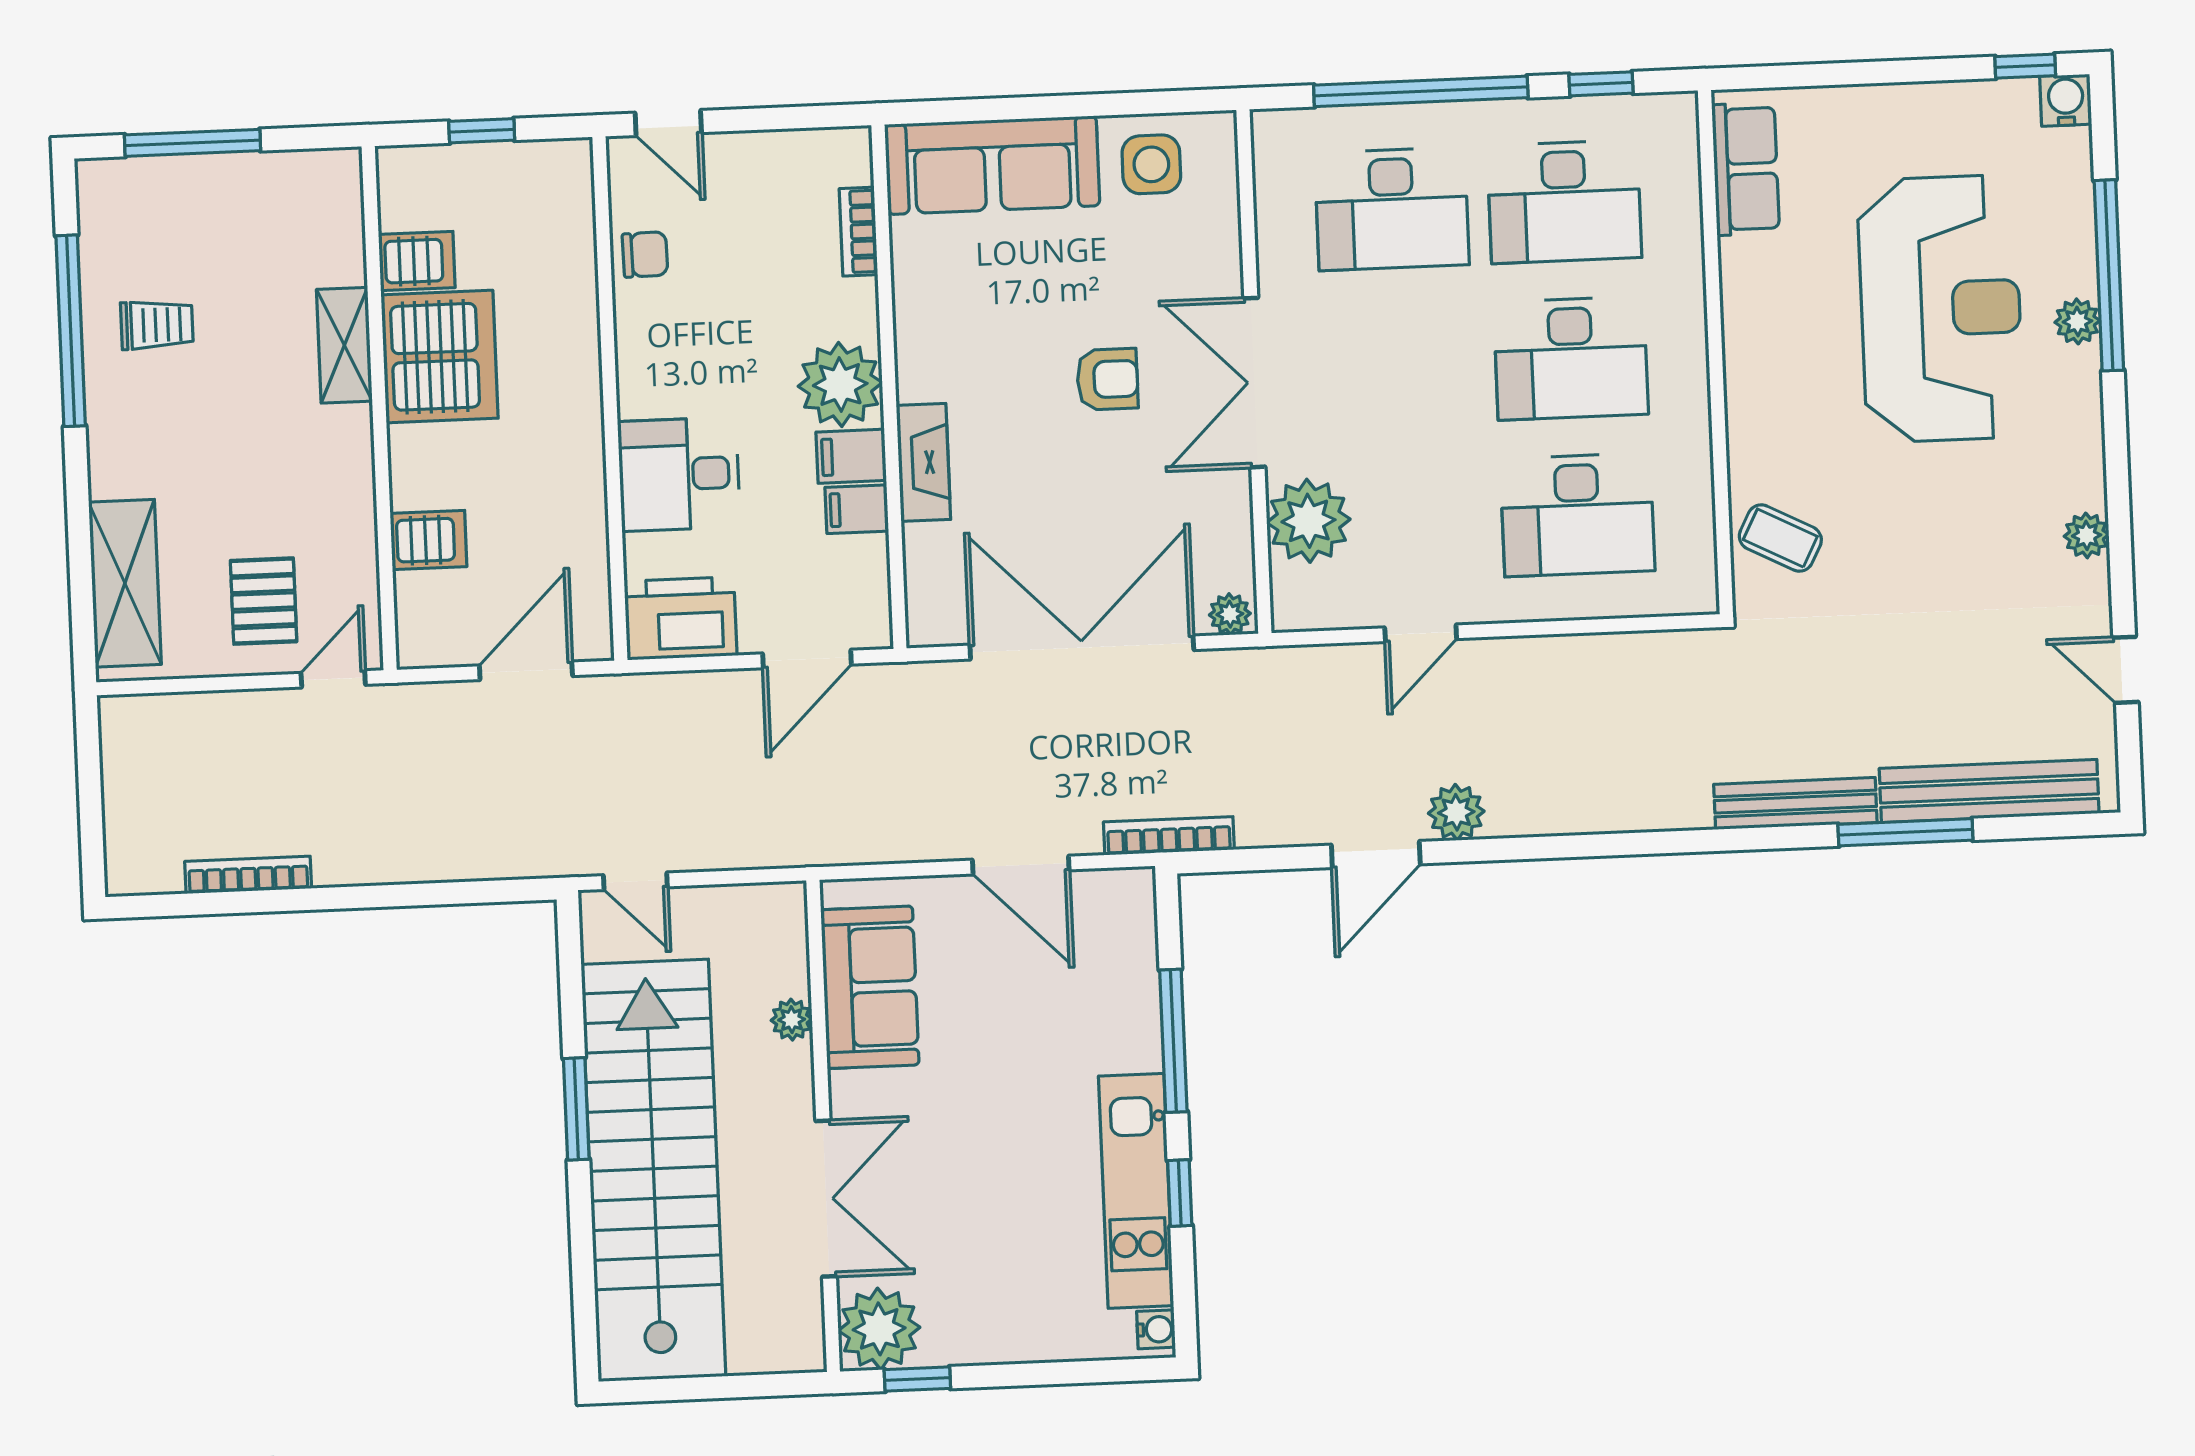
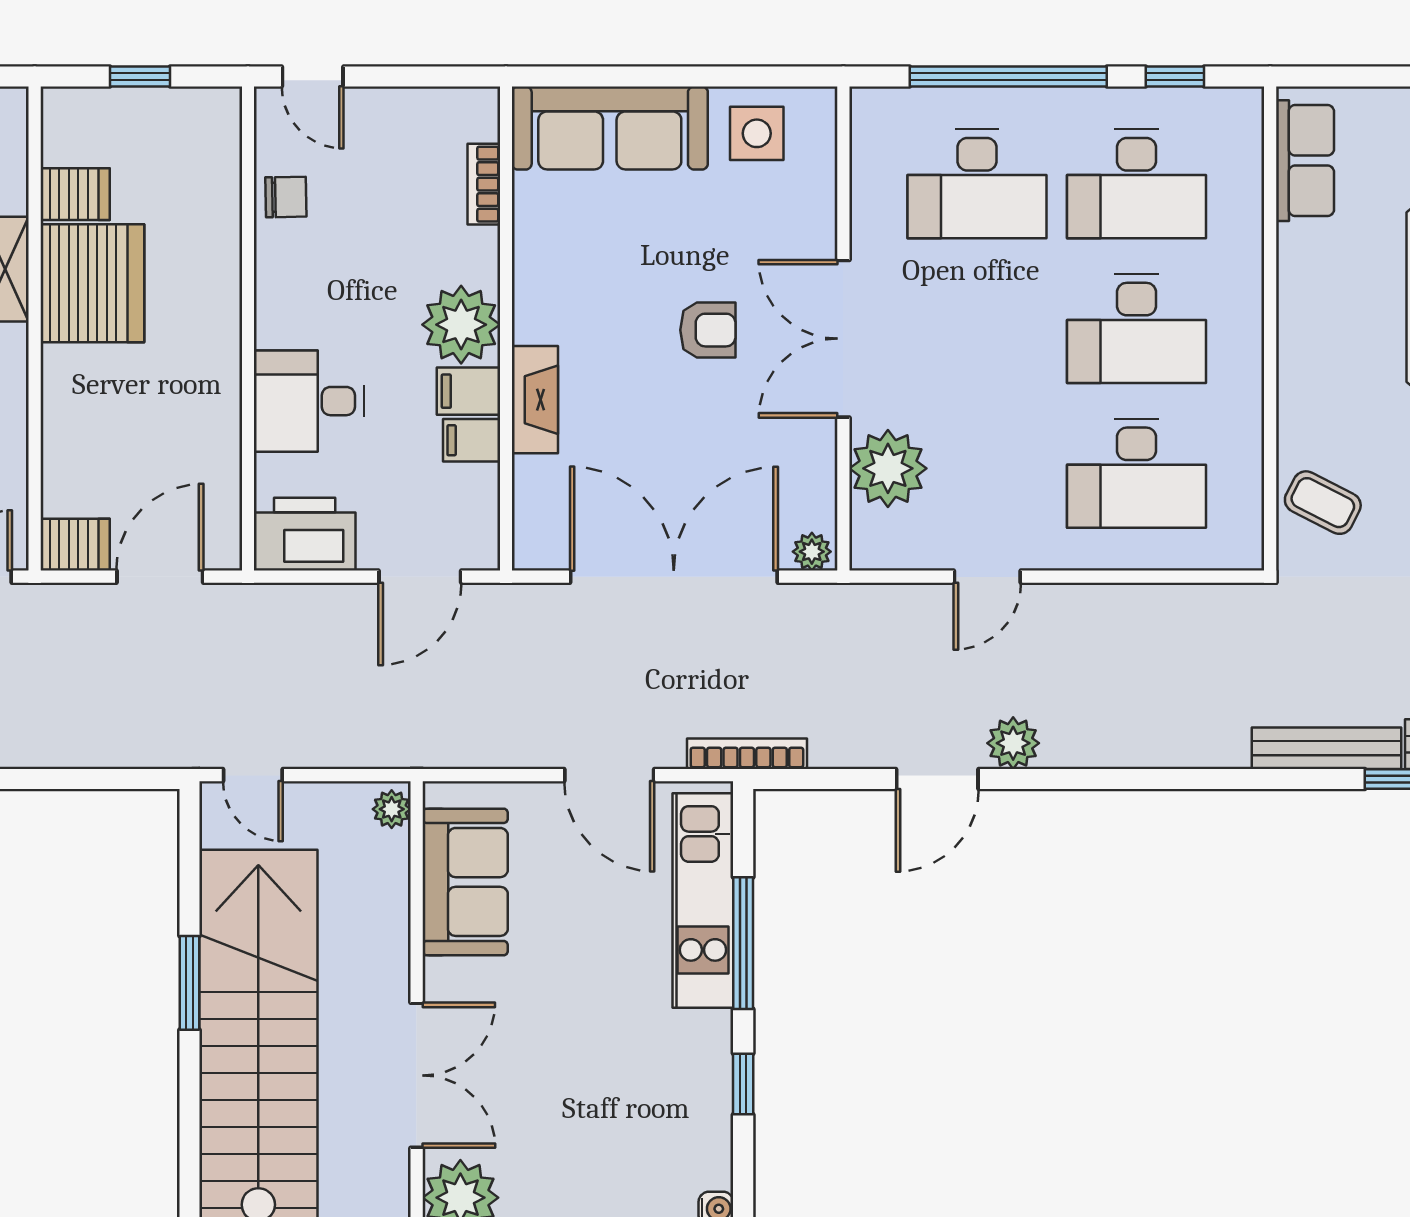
server rack: (429, 540) -> (75, 545), moved
plant: (792, 1020) -> (392, 809), moved
kitchen unit: (1136, 1191) -> (703, 901), moved

